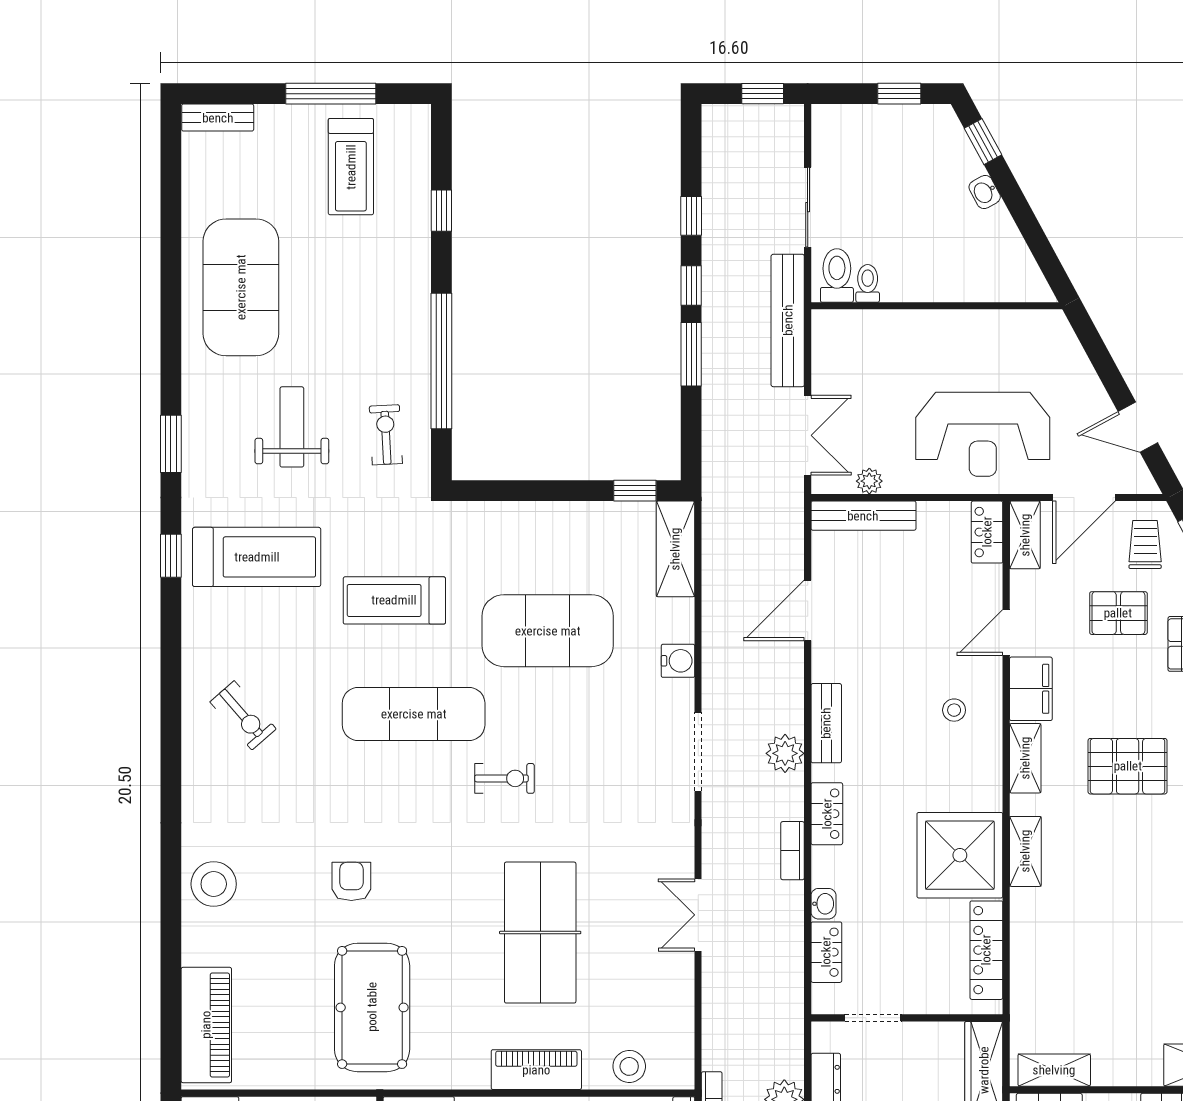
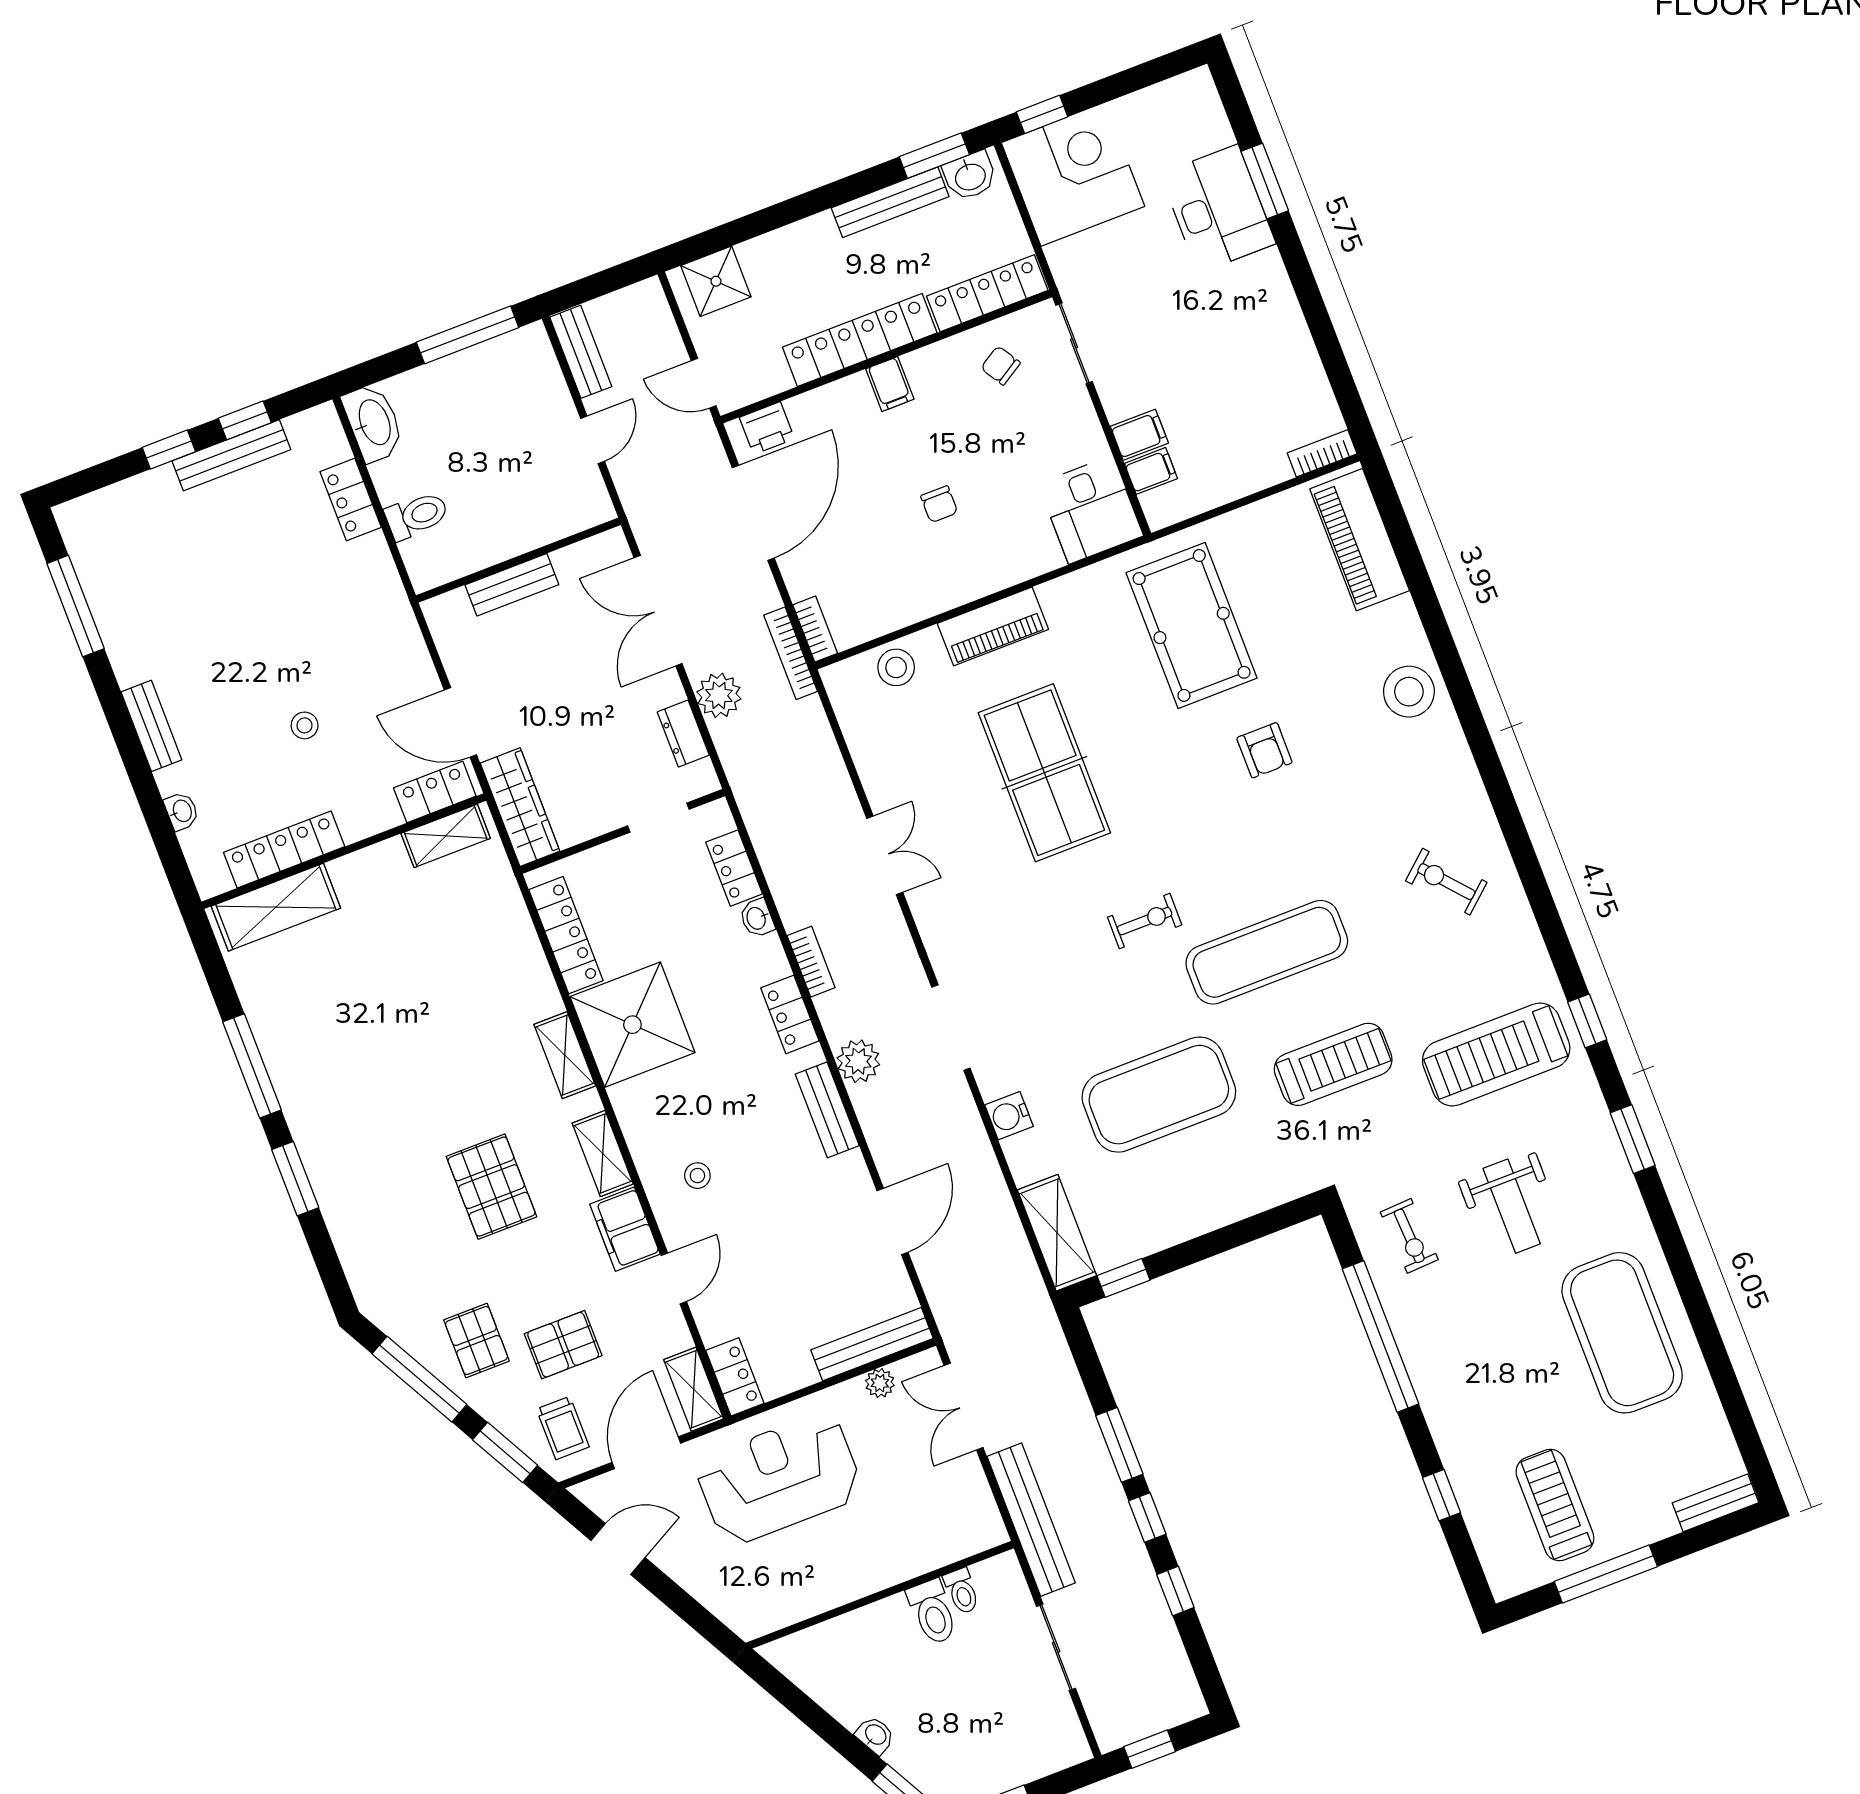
toilet: (837, 275) -> (932, 1612), moved
pallet: (1128, 766) -> (491, 1187), turned 90
exercise bike: (504, 778) -> (1145, 921), turned 180

